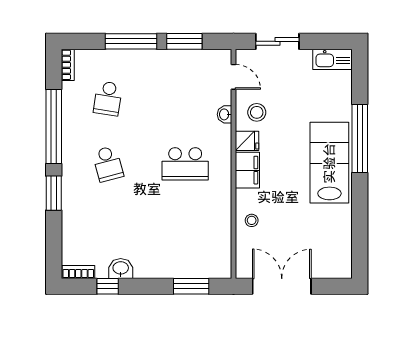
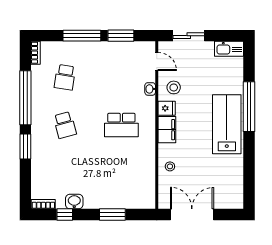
window: (191, 286) -> (112, 214), moved

